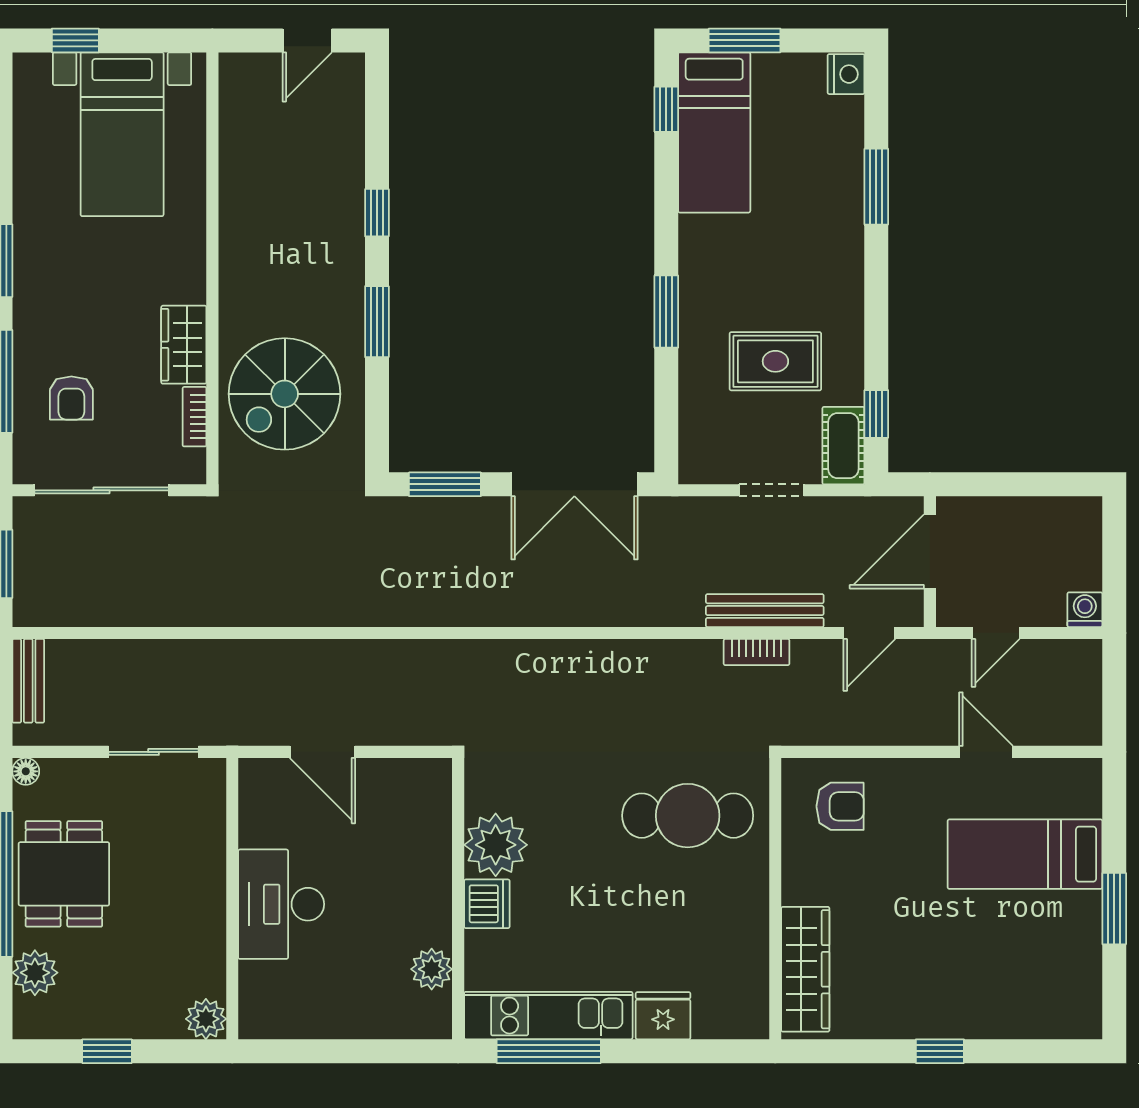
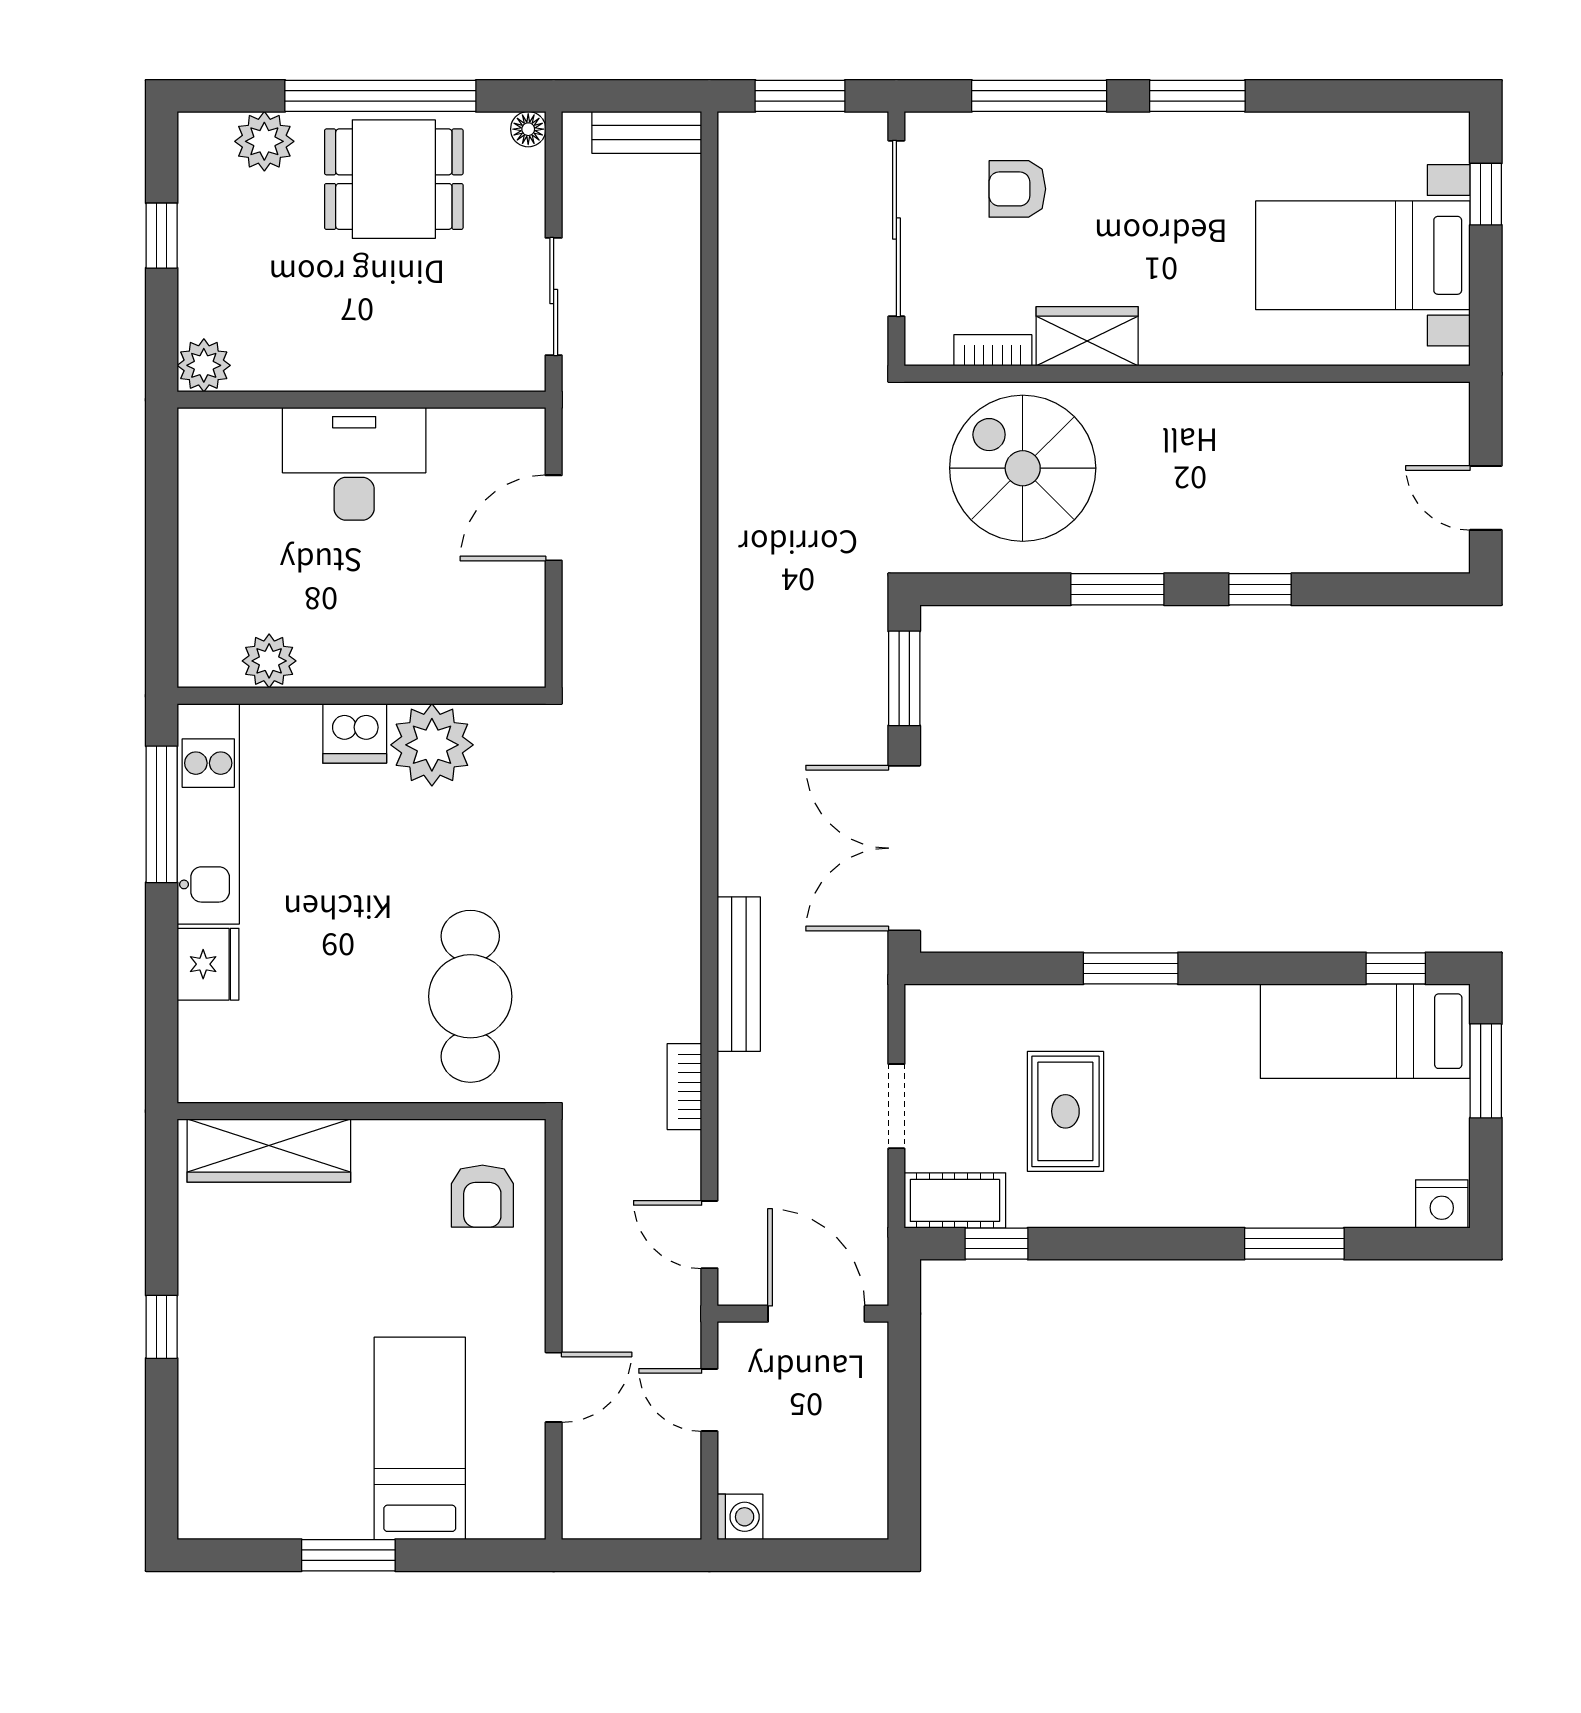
bench: (765, 611) -> (739, 974), moved

